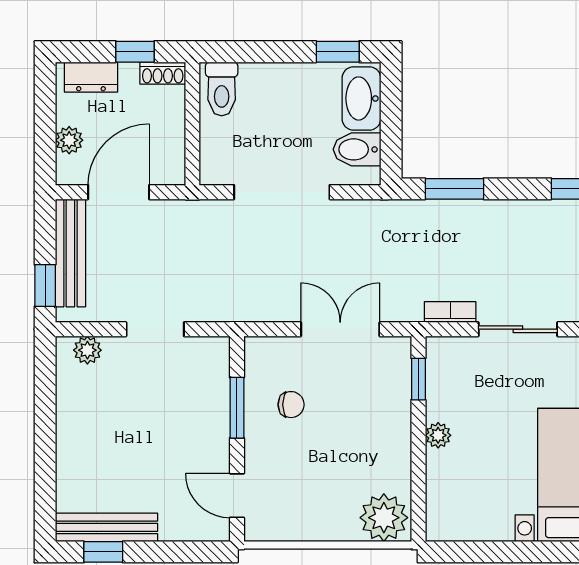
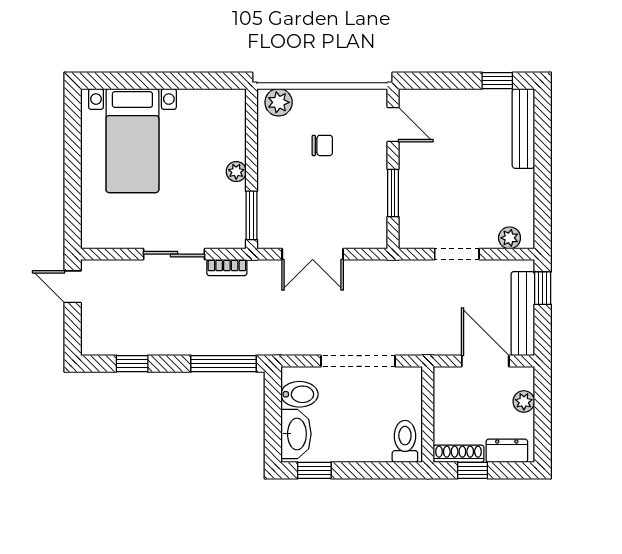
shoe rack: (163, 73) -> (458, 454), width x1.43
window: (454, 189) -> (224, 364), width x1.44
door: (119, 192) -> (485, 361), swing flipped
window: (418, 379) -> (252, 215), width x1.50
chair: (291, 405) -> (322, 145), moved, turned 180
plant: (384, 518) -> (279, 102), width x0.73, depth x0.73
bench: (106, 527) -> (523, 128), moved, turned 90

